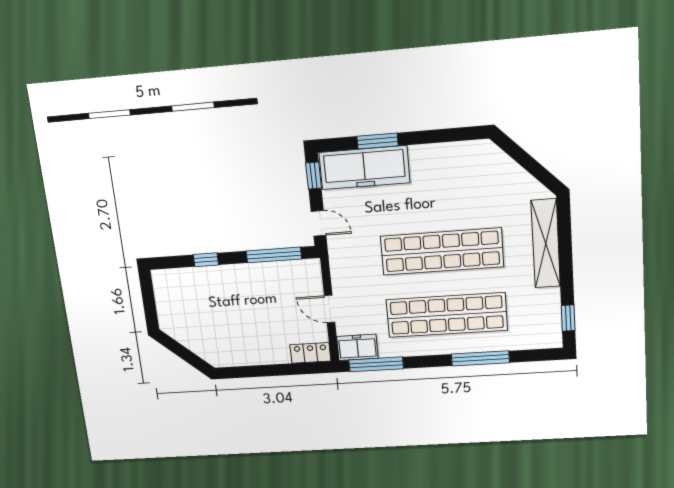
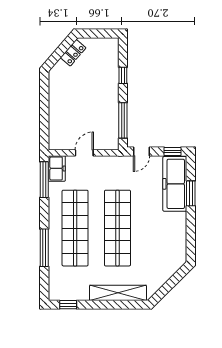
locker: (310, 353) -> (73, 53), moved, turned 41

